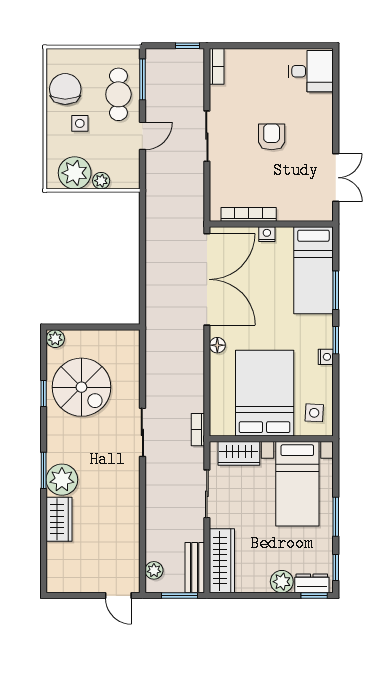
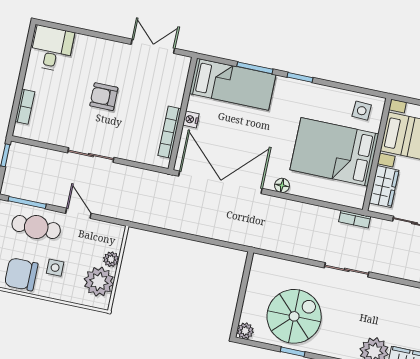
bookcase: (217, 66) -> (25, 107), moved, turned 90
nightstand: (326, 357) -> (313, 90), removed

